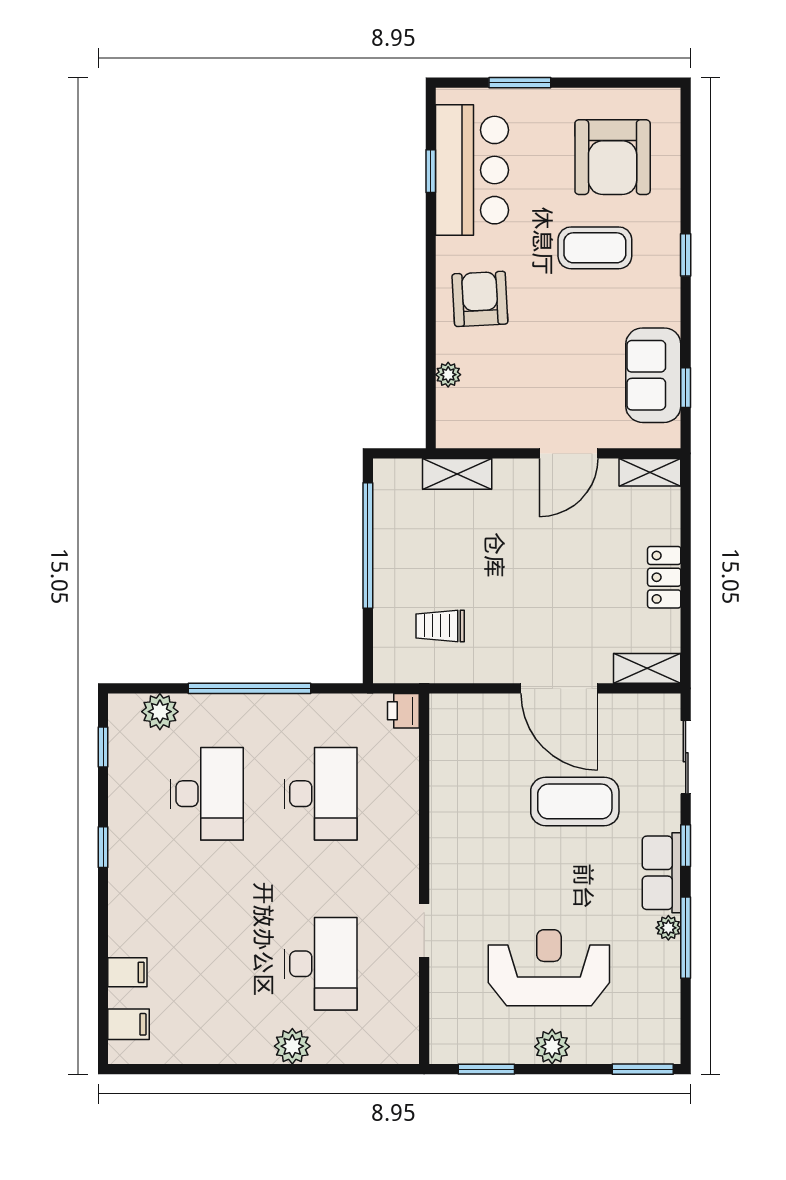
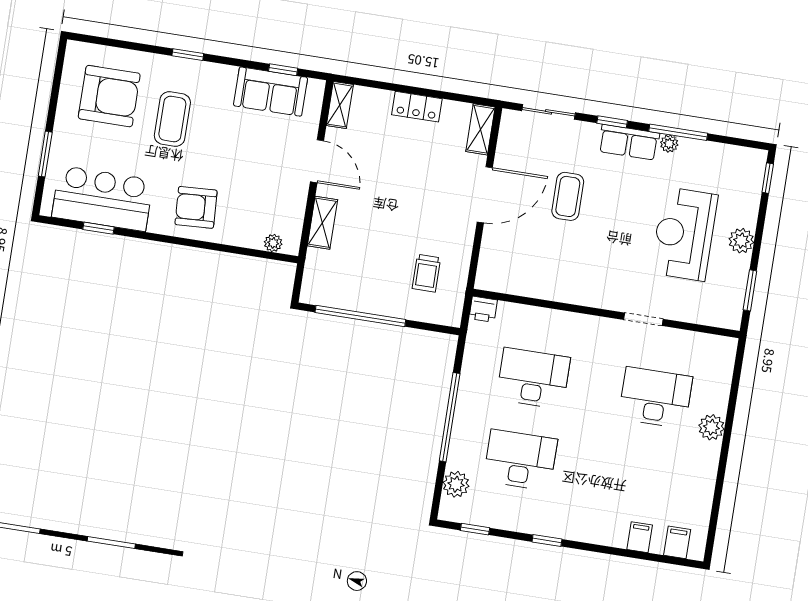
plant: (448, 375) -> (273, 243), moved
shelving: (457, 474) -> (322, 223), moved
coffee table: (575, 801) -> (568, 196), width x0.73, depth x0.76
window: (643, 1069) -> (768, 178), width x0.67

